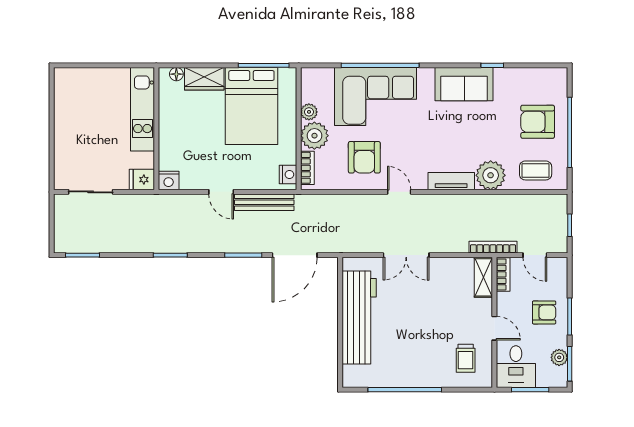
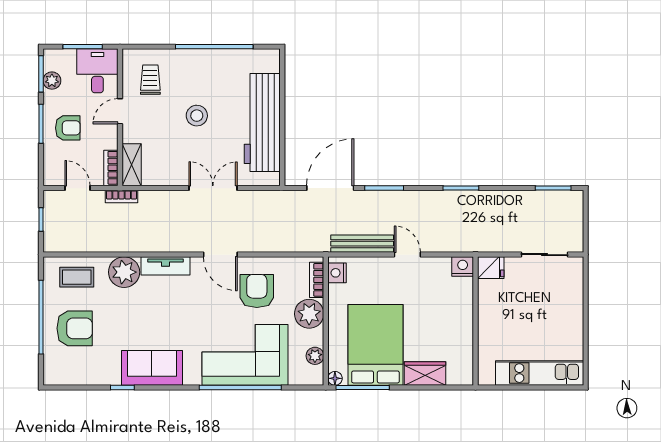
floor lamp: (176, 74) -> (335, 378), moved
kitchen unit: (143, 109) -> (540, 373), moved, turned -90
plant: (309, 112) -> (315, 356), moved
door: (399, 192) -> (220, 255), width x1.38
bookcase: (493, 247) -> (122, 197), width x0.64
armchair: (544, 312) -> (68, 128), turned 180
stool: (421, 324) -> (197, 116), added
door: (494, 328) -> (120, 111), hinge flipped

